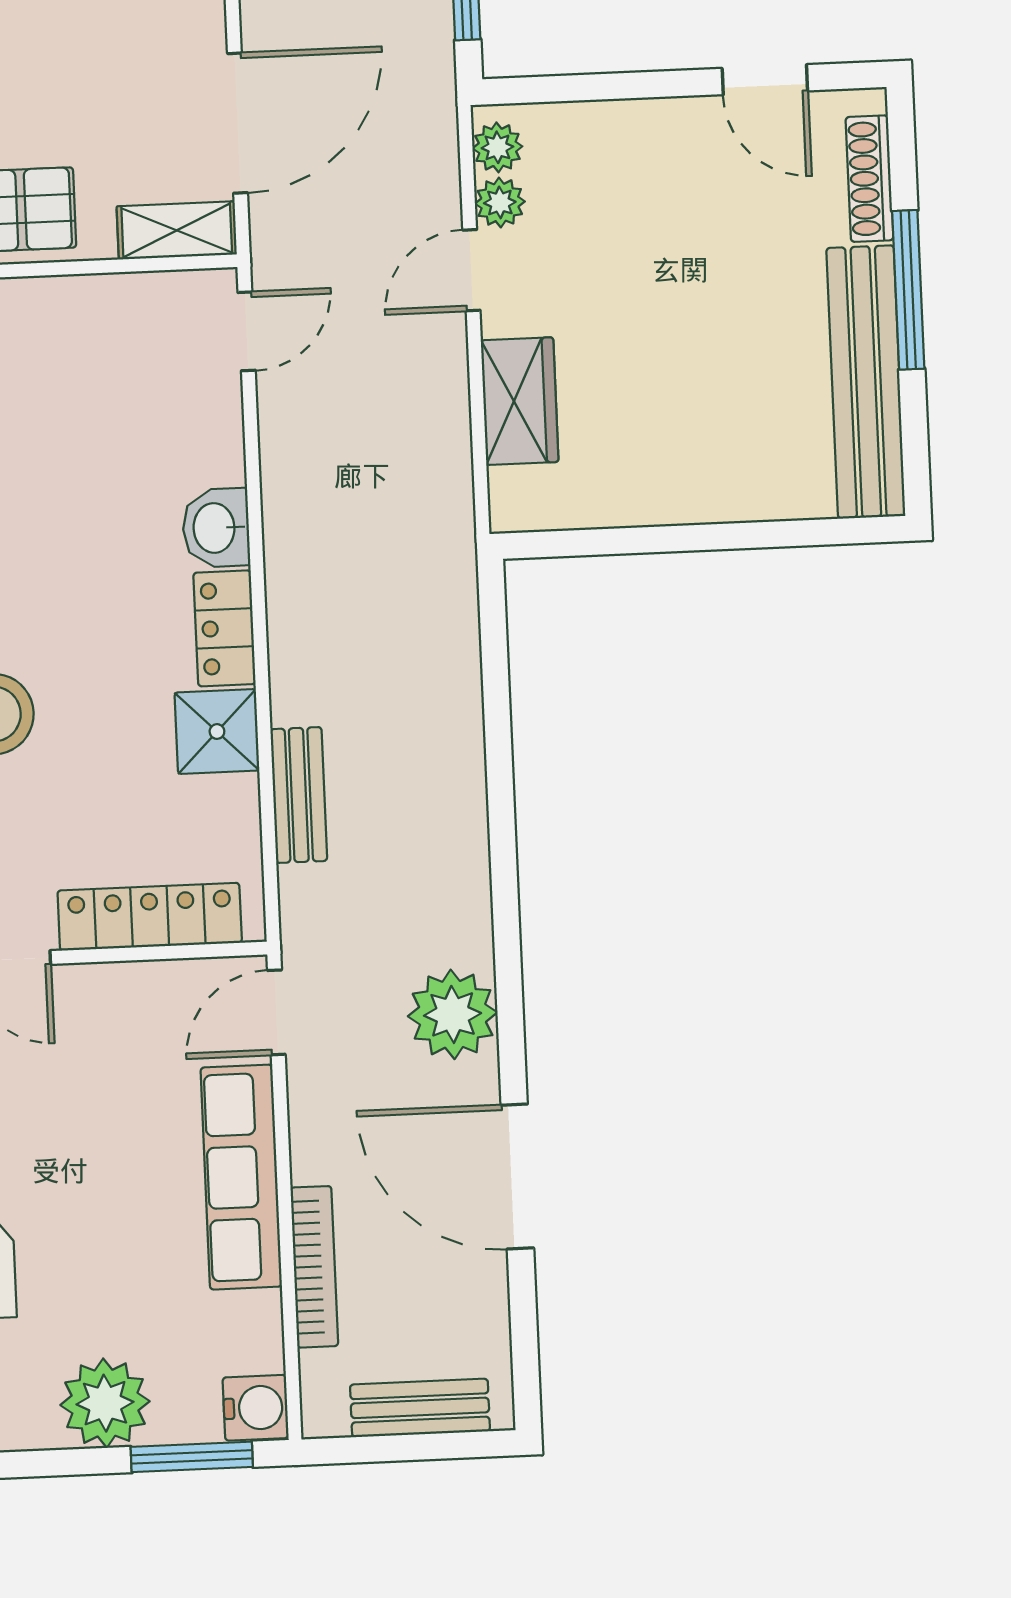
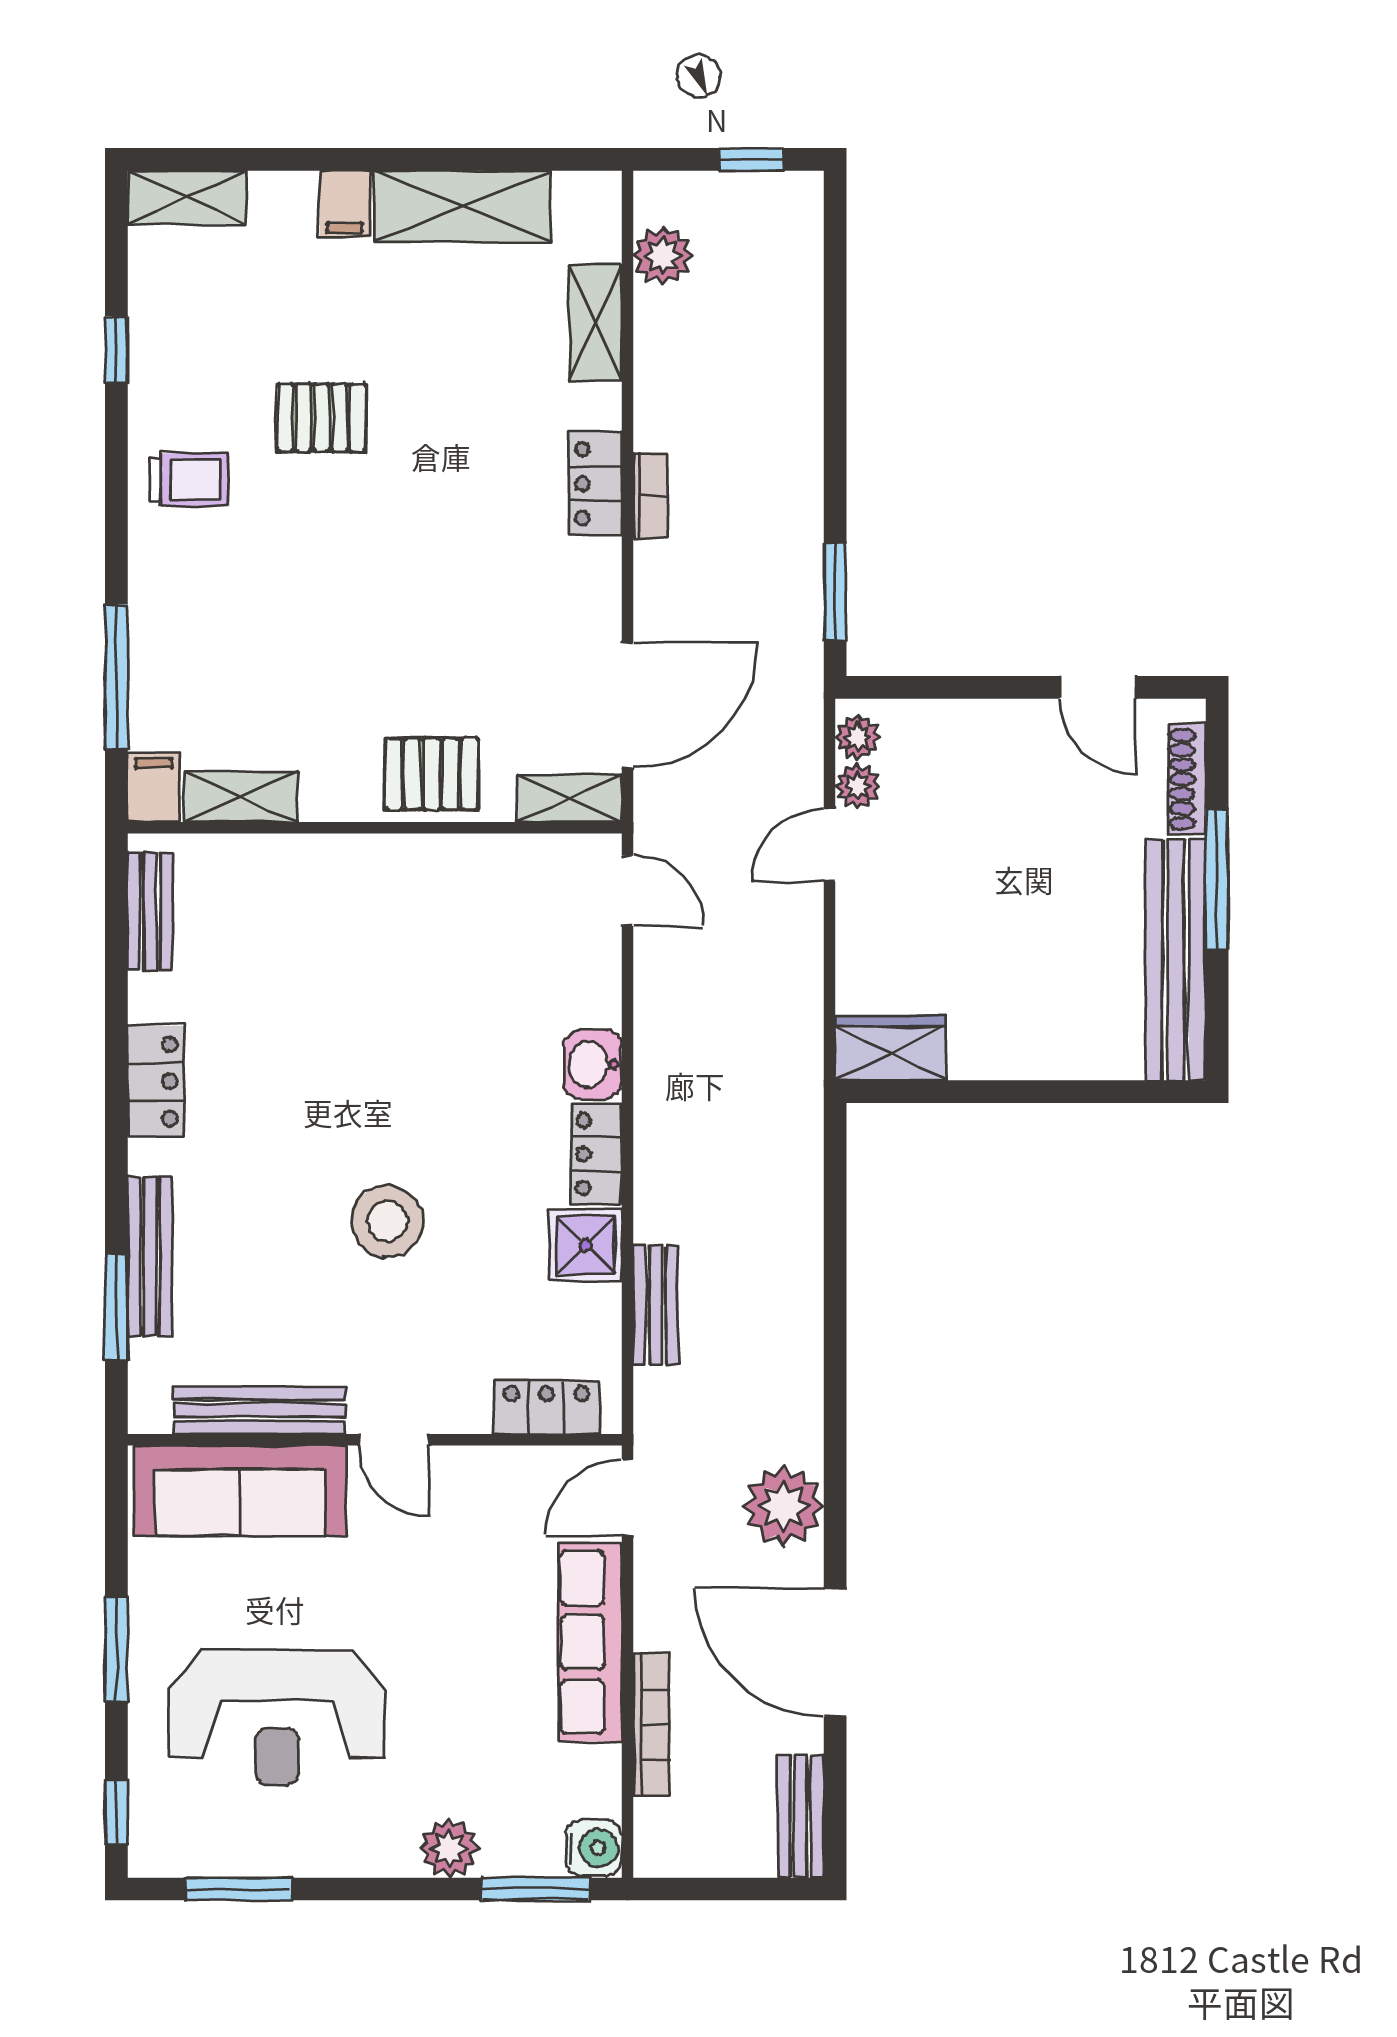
door: (247, 331) -> (627, 891), hinge flipped
wardrobe: (520, 401) -> (891, 1048), moved, turned -90
locker: (150, 917) -> (546, 1407), width x0.66
plant: (105, 1403) -> (449, 1849), width x0.73, depth x0.73
bench: (420, 1408) -> (801, 1816), moved, turned 90

